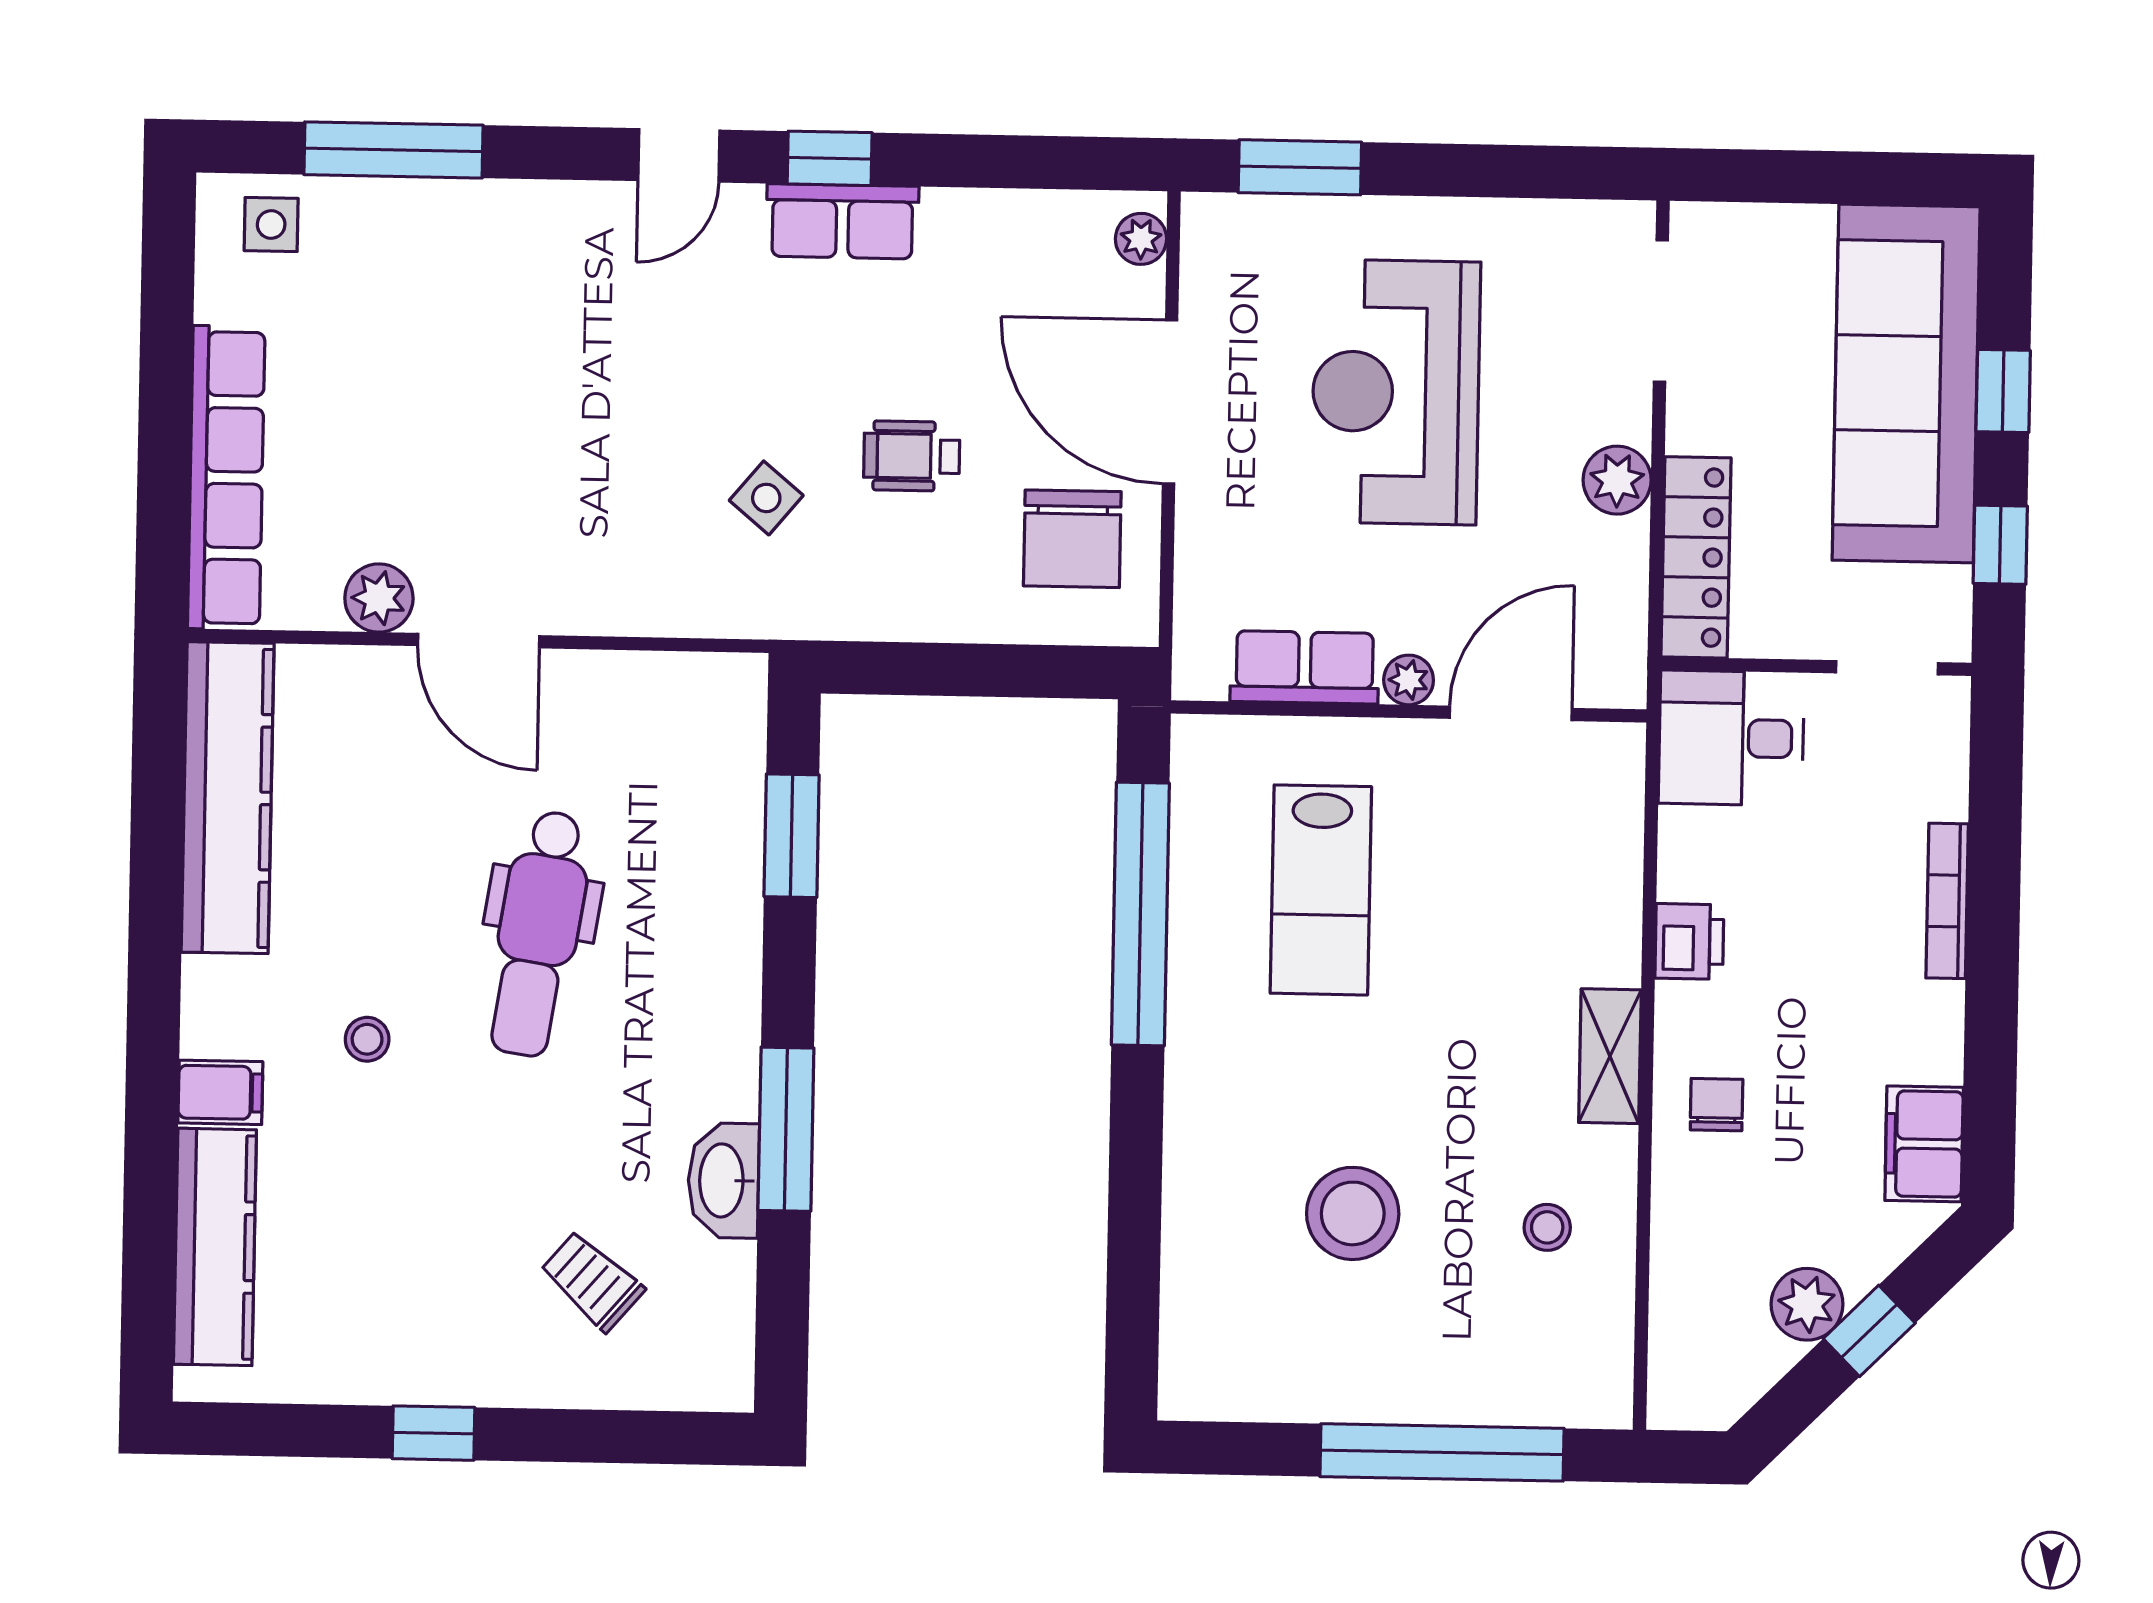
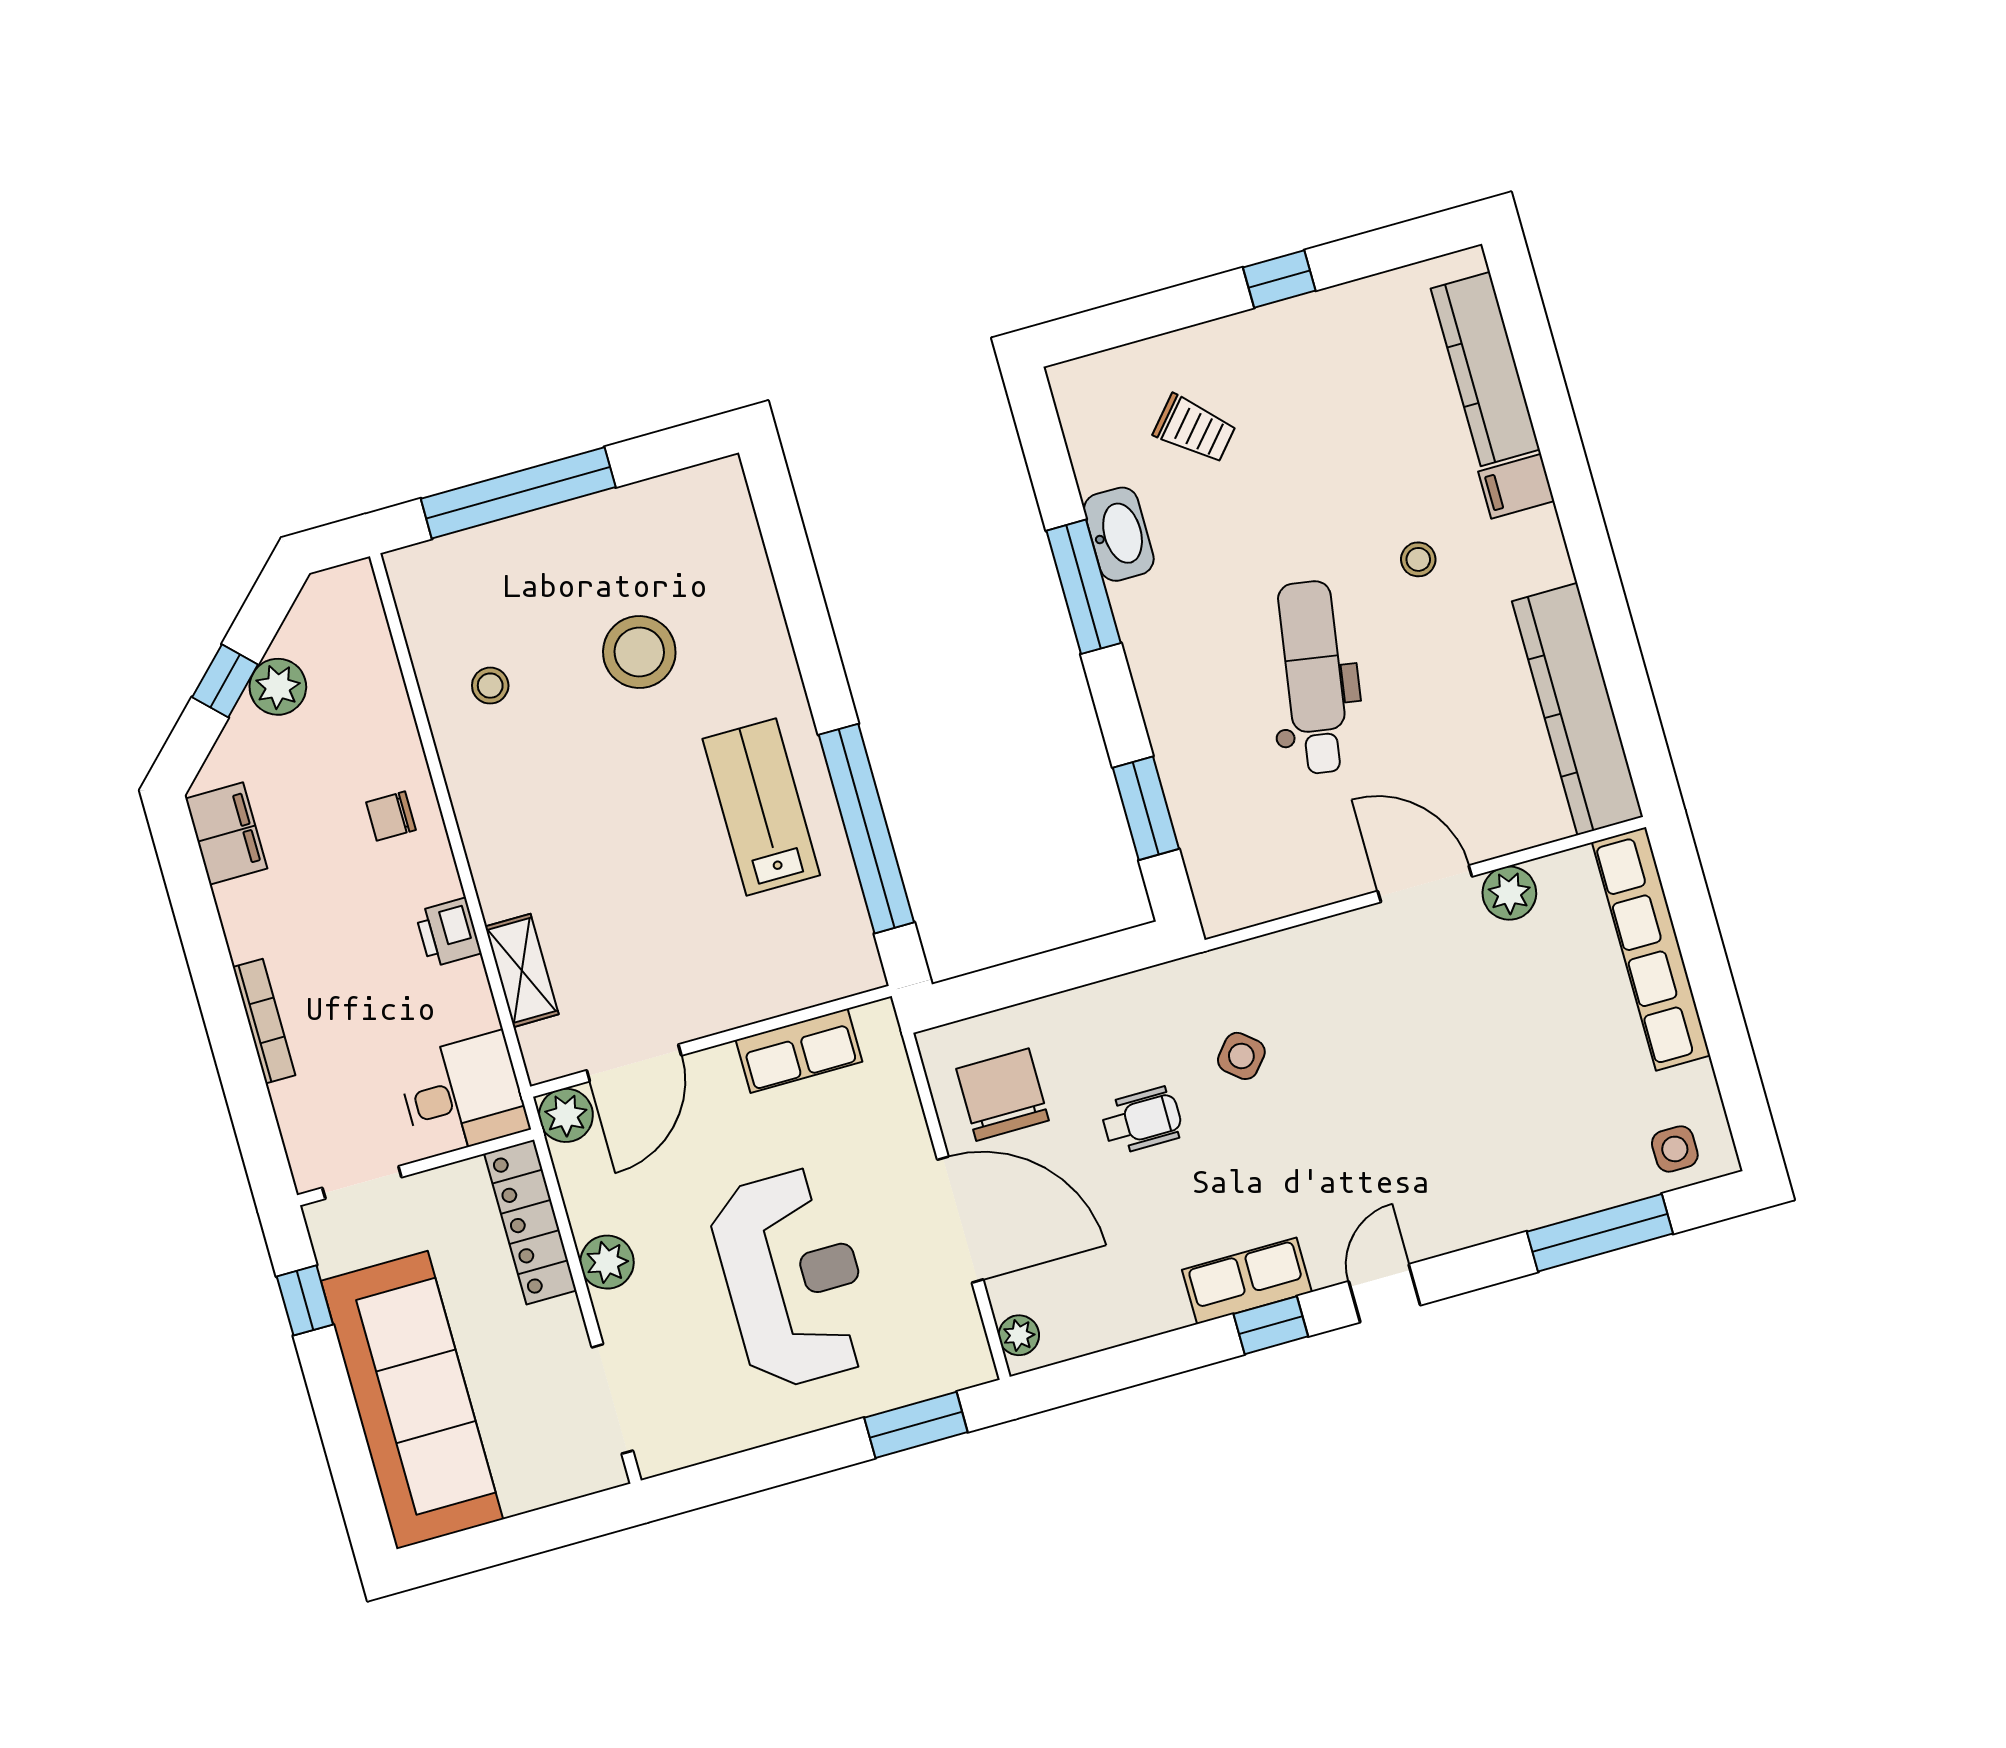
window: (2003, 391) -> (338, 1416), removed
plant: (1409, 680) -> (566, 1115), moved, width x1.38, depth x1.38
lab bench: (1321, 890) -> (761, 807), moved
shelving: (1610, 1056) -> (522, 970), moved
chair: (1717, 1105) -> (391, 816), turned 90

